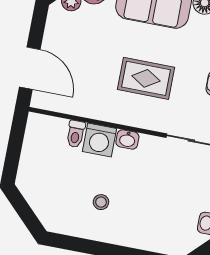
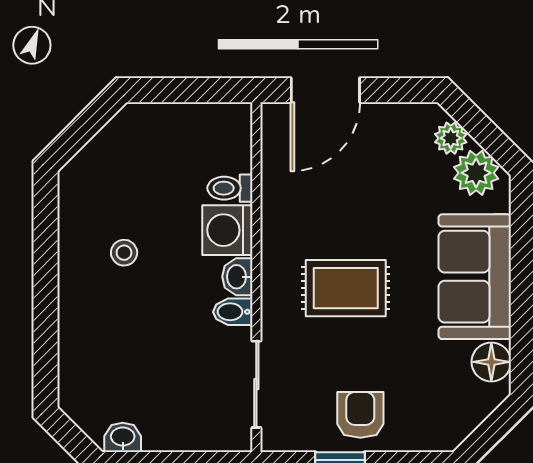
rug: (146, 78) -> (346, 288), turned 90
bidet: (147, 146) -> (233, 312), added

